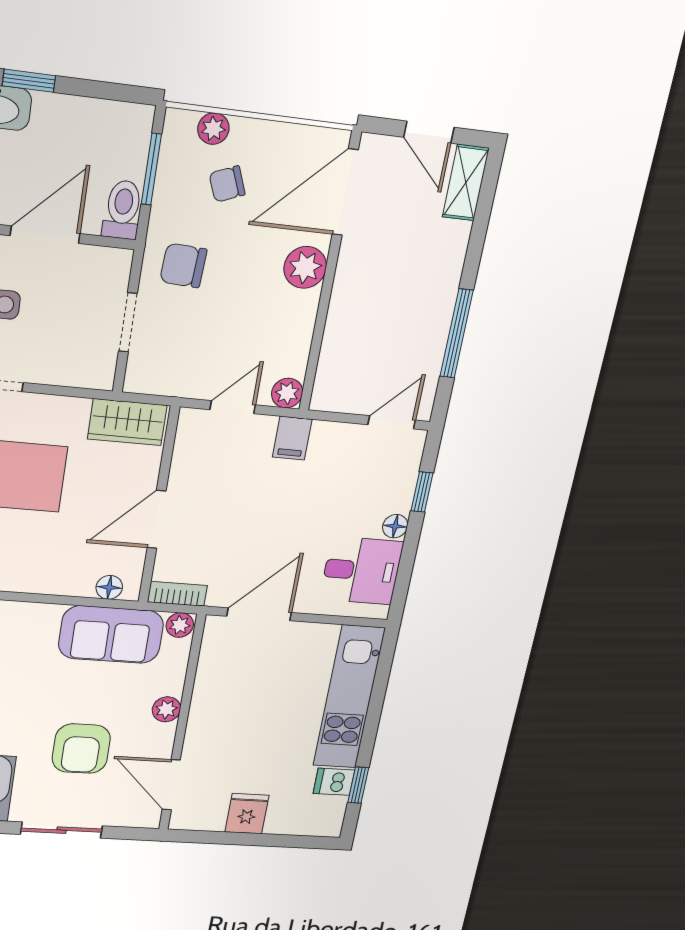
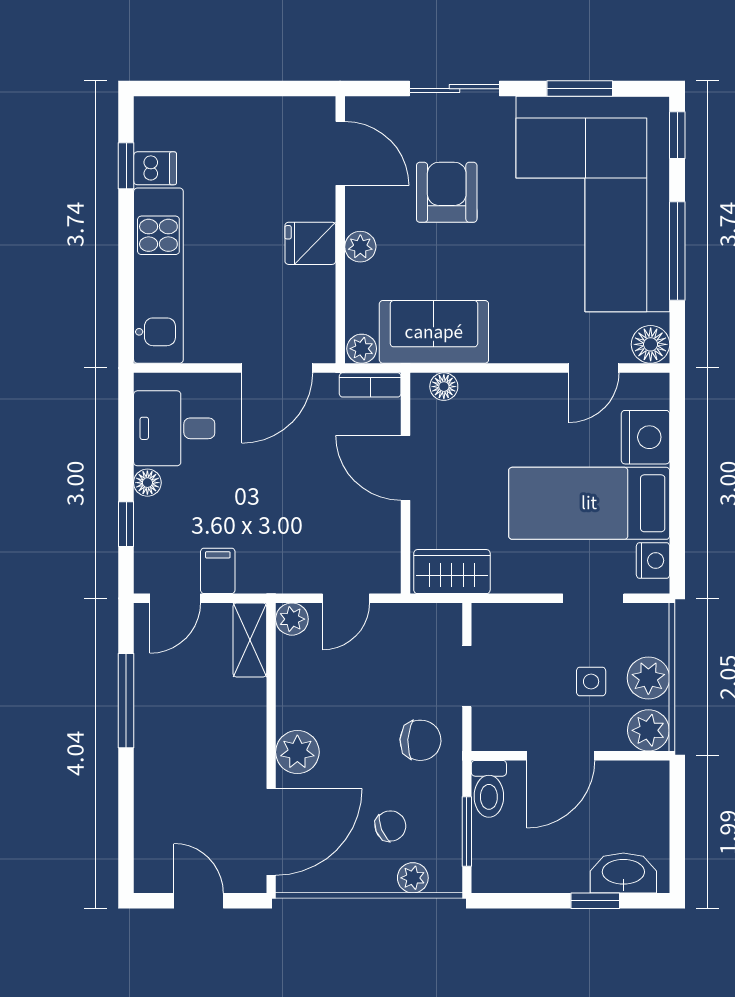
shelving: (466, 183) -> (250, 640), moved
filing cabinet: (292, 438) -> (218, 571), moved
door: (157, 519) -> (405, 468), swing flipped
fridge: (247, 814) -> (310, 243), moved, turned 90

